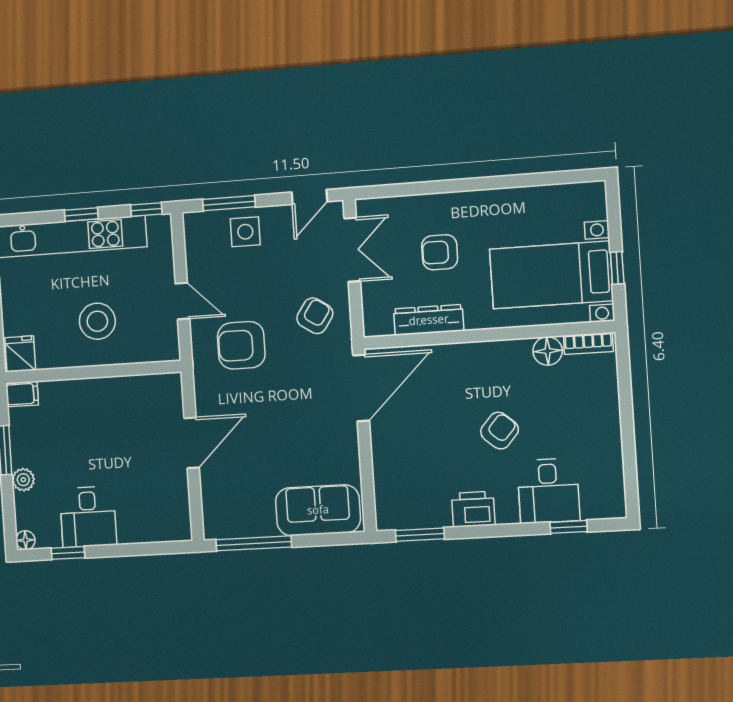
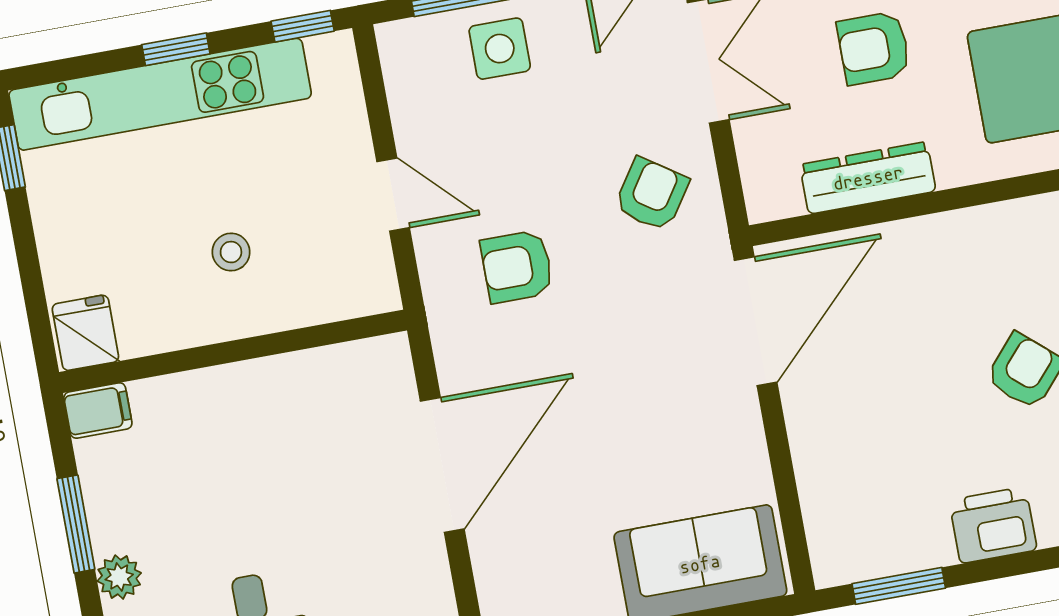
stool: (97, 321) -> (231, 252), width x0.53, depth x0.53
armchair: (241, 345) -> (517, 267), width x0.72, depth x0.72
door: (192, 443) -> (442, 465), width x1.36

